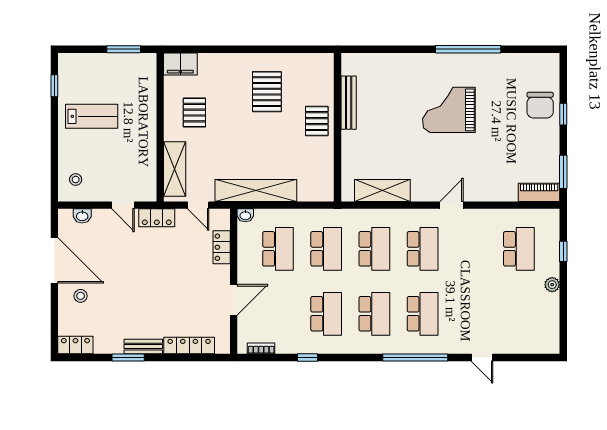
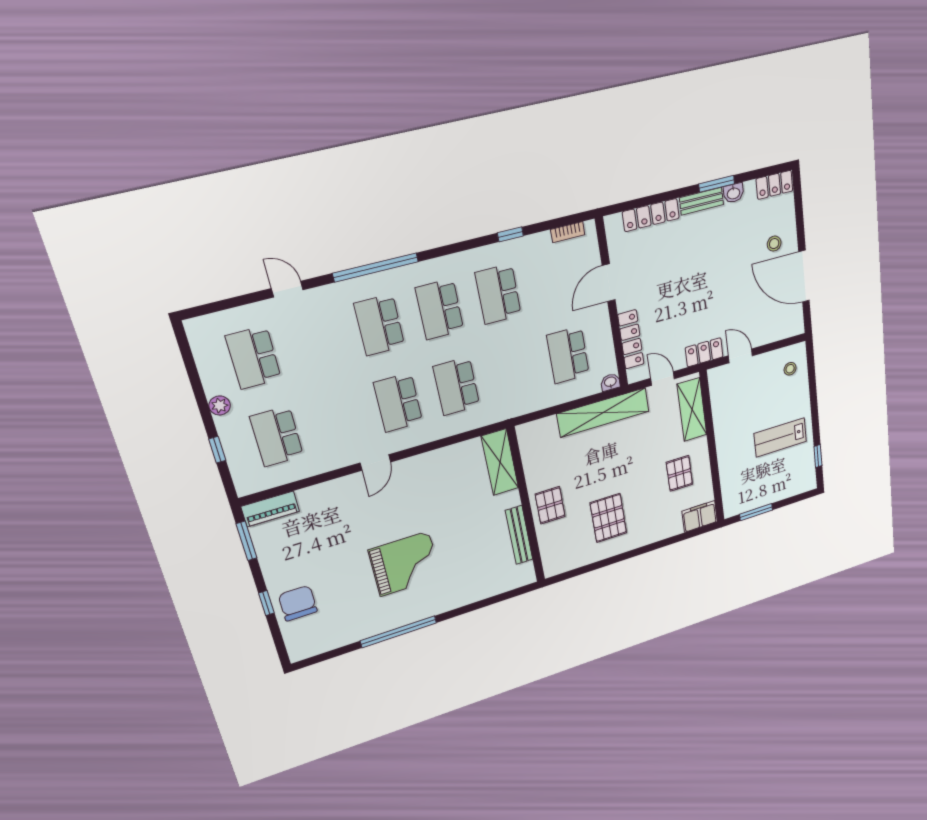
shelving: (382, 190) -> (500, 462), moved, turned 90
washbasin: (82, 216) -> (733, 193), moved, turned 180
locker: (222, 247) -> (631, 339), width x1.53
school desk: (326, 249) -> (254, 358), moved

